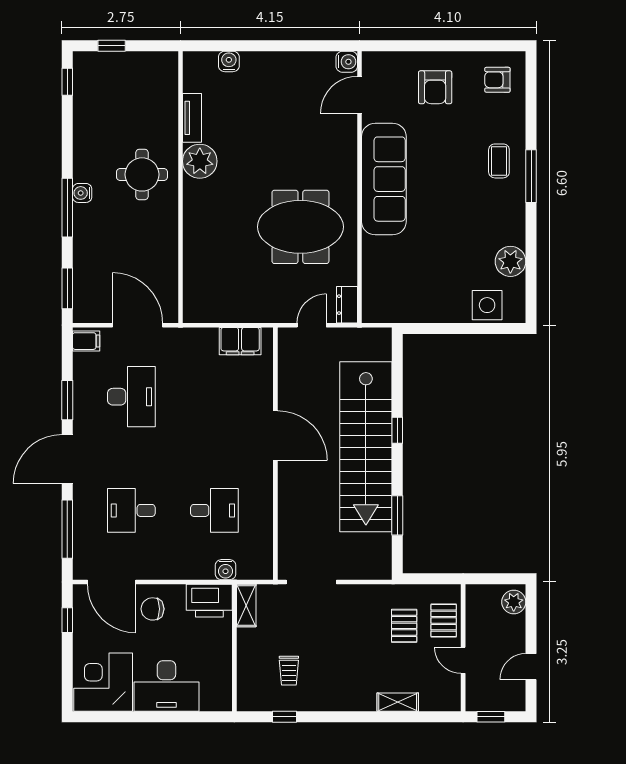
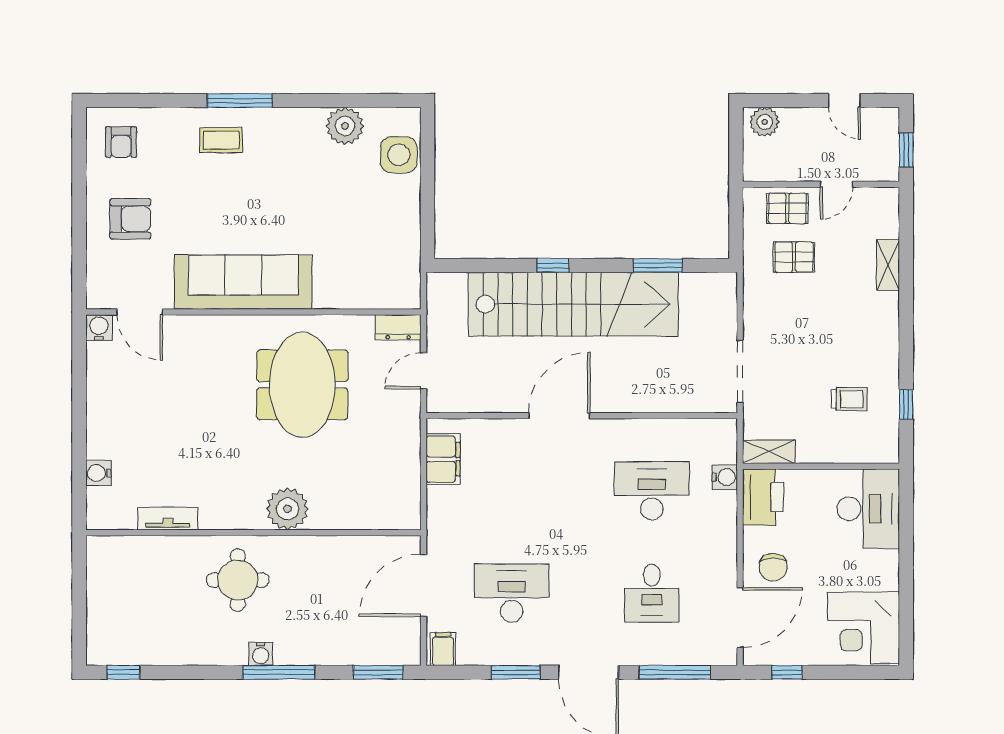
window: (112, 46) -> (79, 618), removed
plant: (200, 161) -> (287, 509), moved
door: (312, 325) -> (423, 371), hinge flipped
desk: (214, 510) -> (652, 491), width x1.37
desk: (166, 686) -> (868, 509), moved

